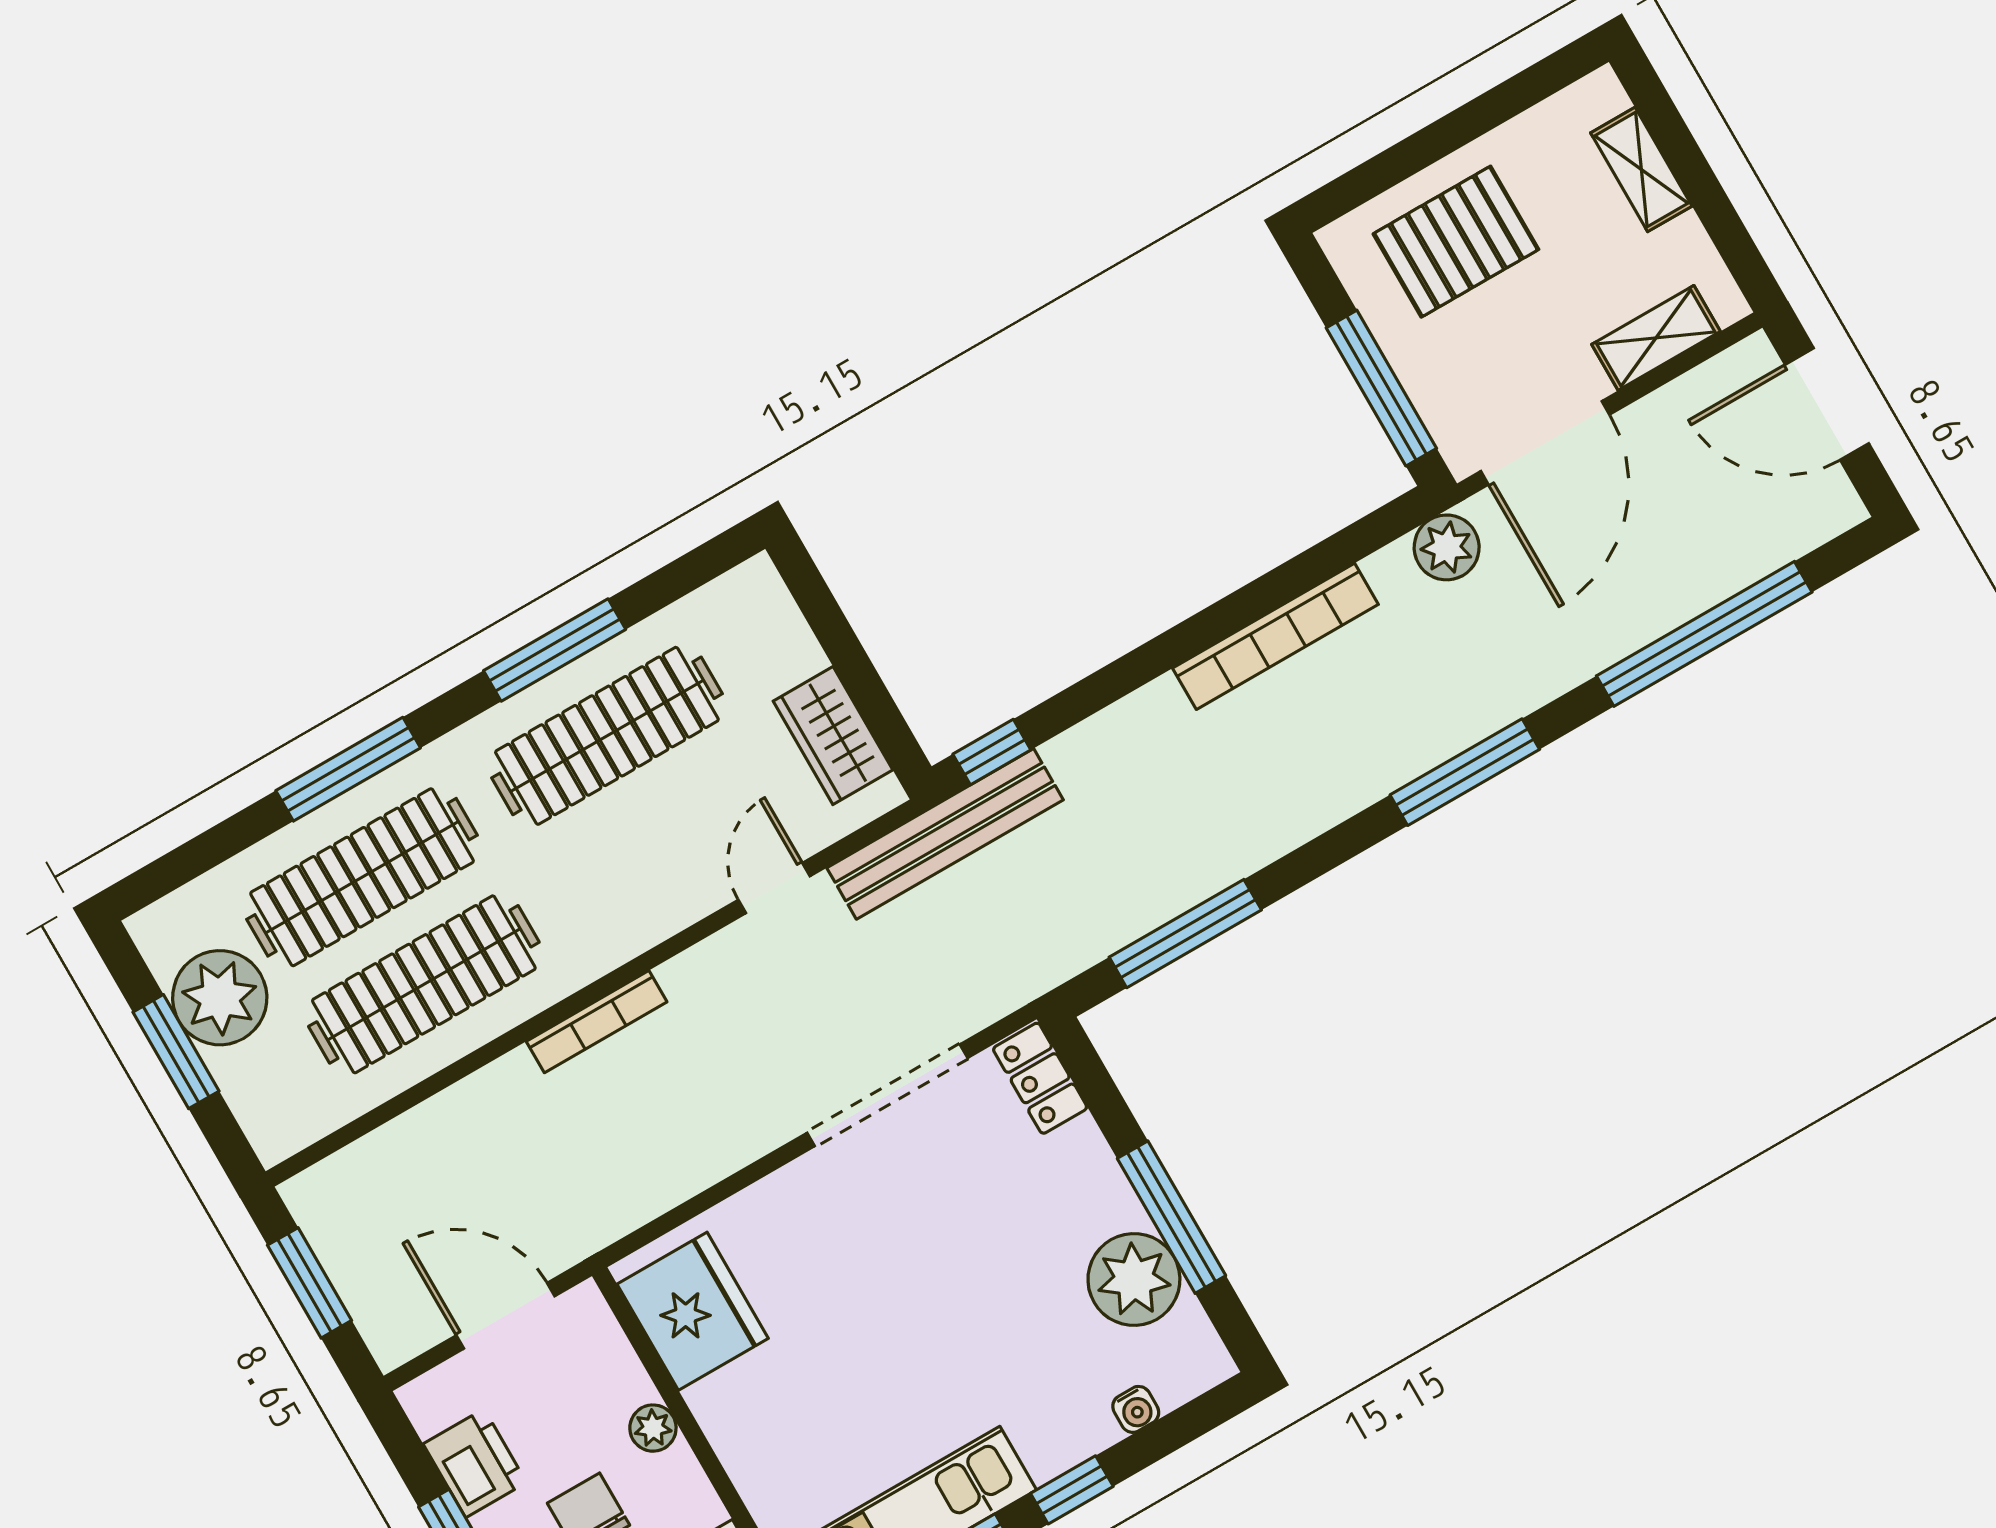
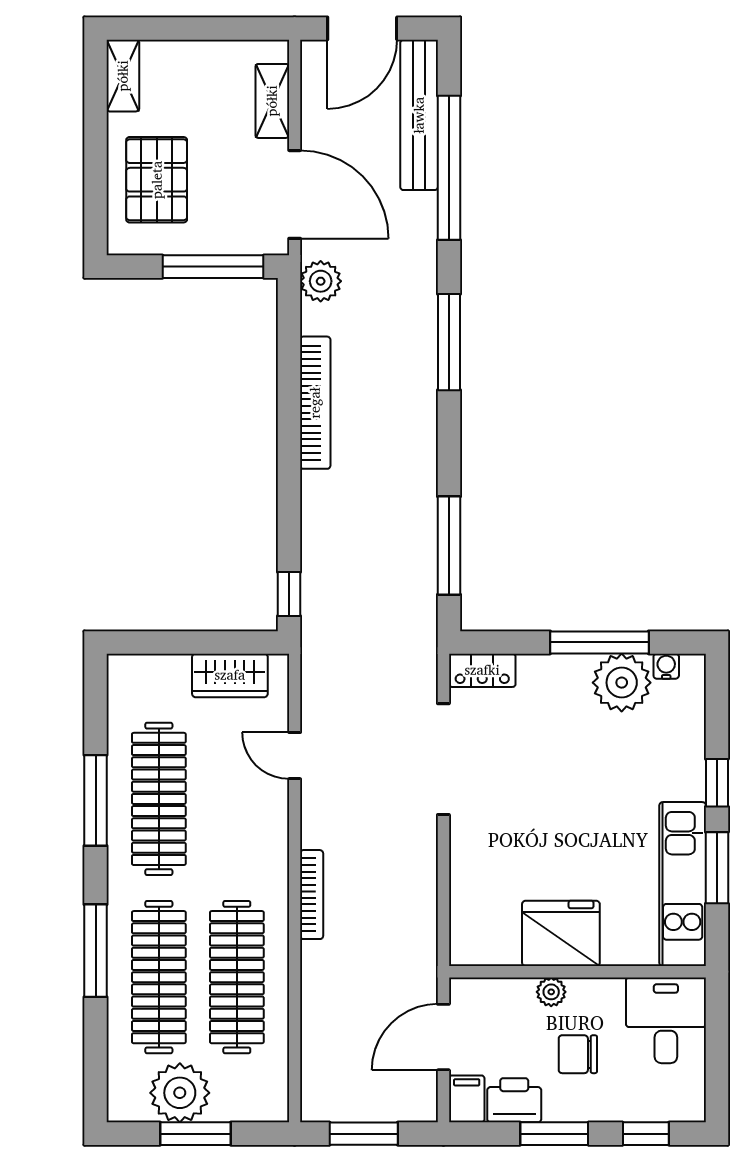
shelving: (1641, 169) -> (123, 76), moved, turned 90
bench: (945, 834) -> (419, 115), moved
fridge: (693, 1311) -> (561, 933), moved
filing cabinet: (439, 1397) -> (467, 1099), added
water cooler: (1136, 1409) -> (666, 666), moved, turned -90

